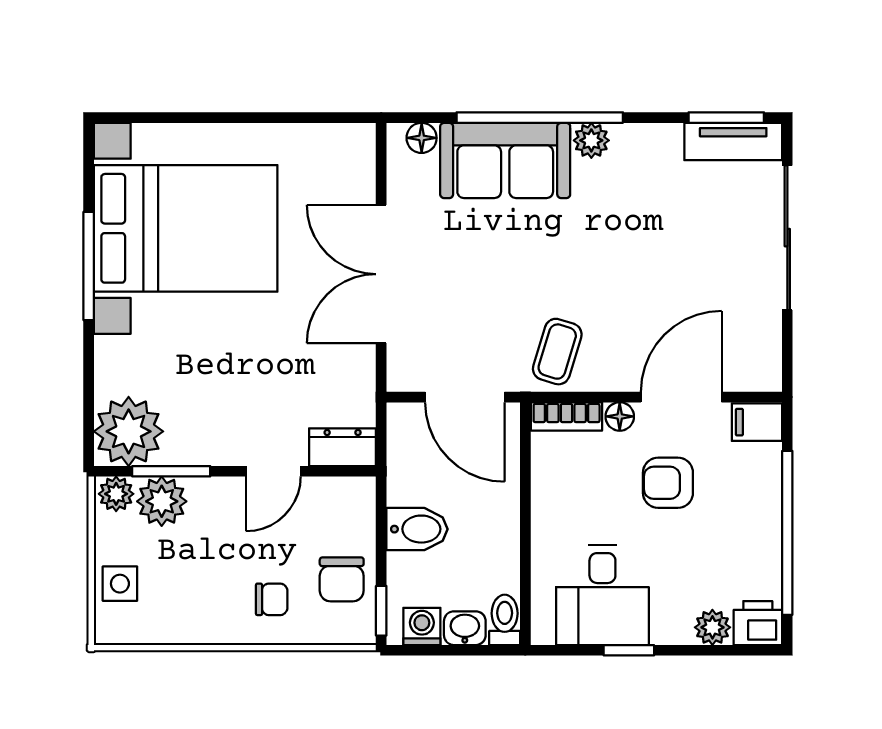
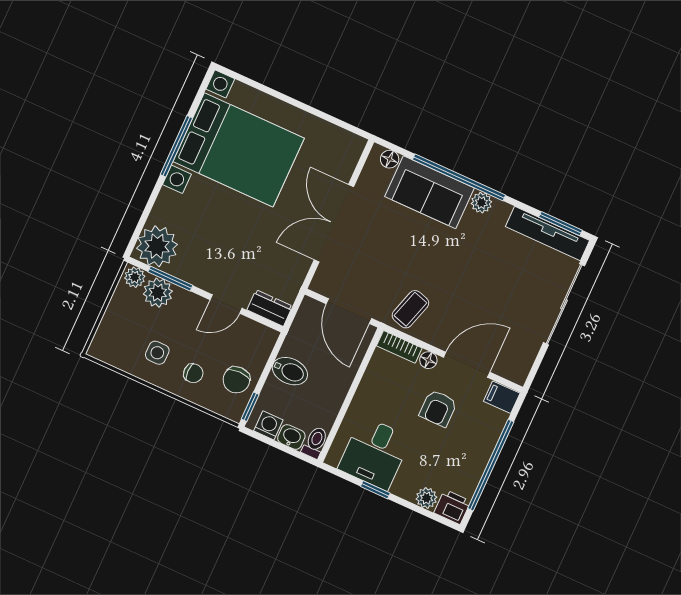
tv unit: (733, 141) -> (548, 233), width x1.41
armchair: (668, 483) -> (438, 408), turned -90
side table: (120, 584) -> (157, 353), moved

